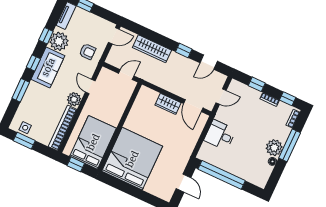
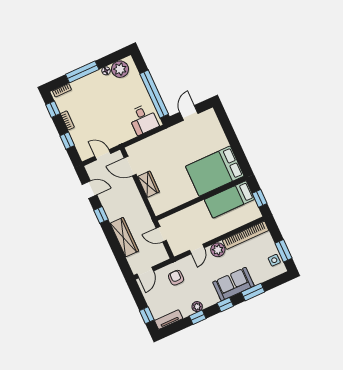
door: (114, 36) -> (145, 273), swing flipped
plant: (59, 41) -> (197, 307), width x0.53, depth x0.53
sofa: (48, 67) -> (233, 284), moved
door: (193, 106) -> (130, 166), swing flipped
desk: (220, 135) -> (143, 119), moved
bed: (93, 142) -> (229, 199), width x0.67
plant: (274, 148) -> (120, 69), moved
bed: (132, 159) -> (215, 171), width x0.73

